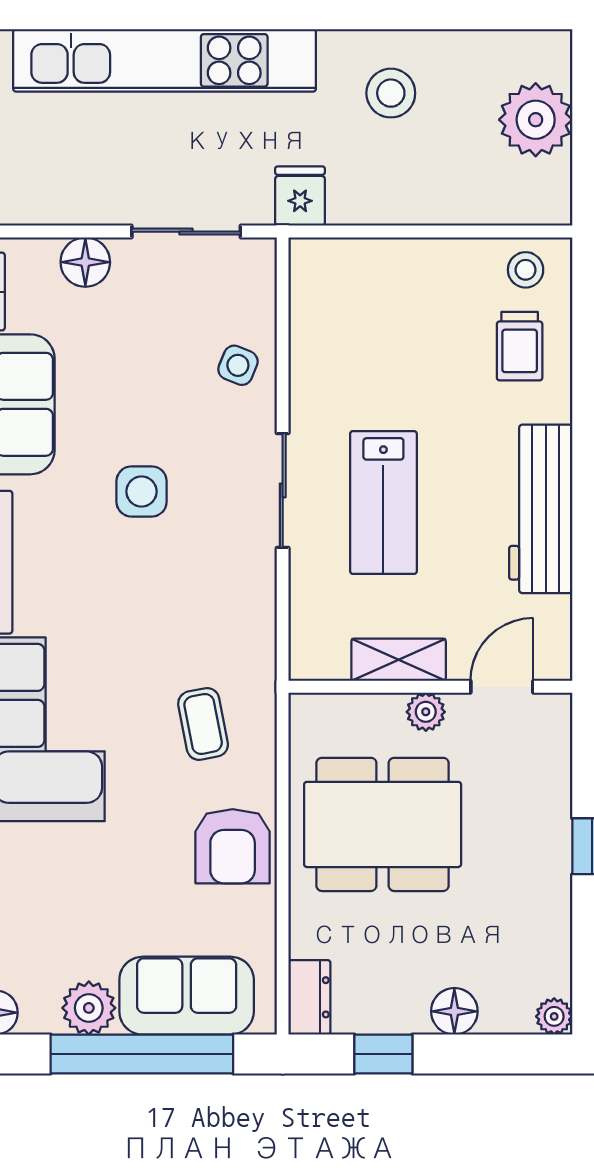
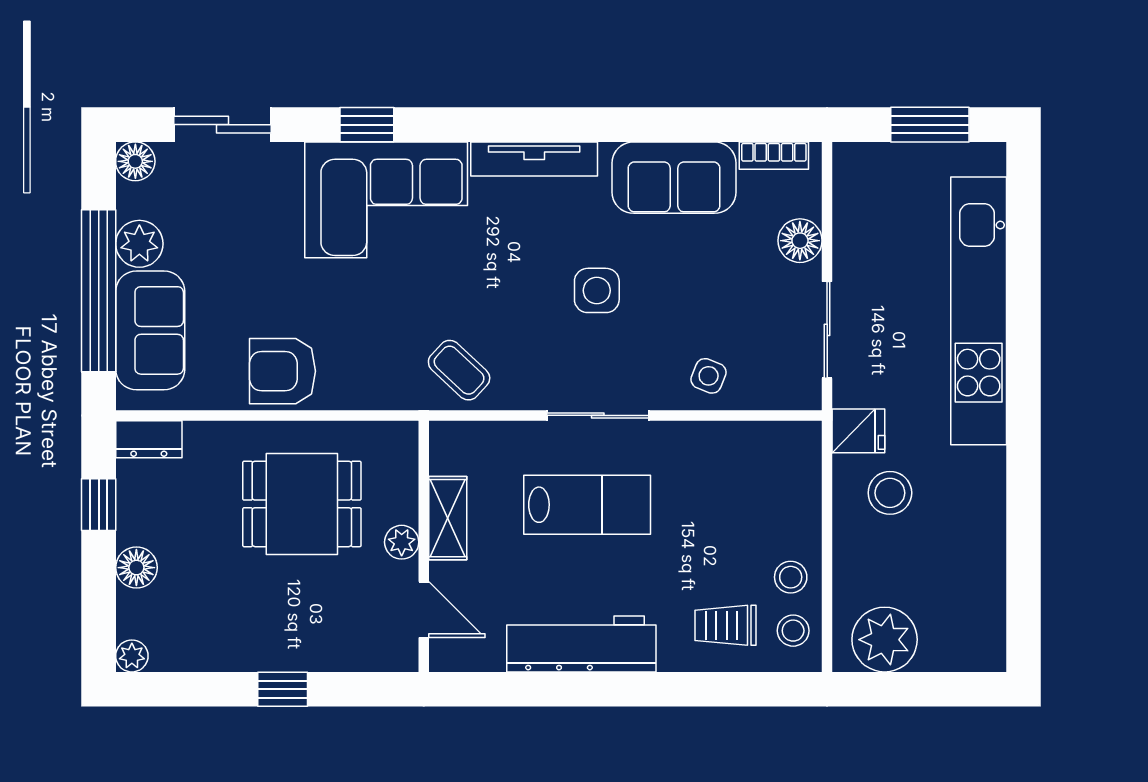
stool: (391, 93) -> (890, 493), moved
plant: (536, 120) -> (885, 640), moved
stool: (465, 273) -> (791, 577), added
lab bench: (383, 502) -> (587, 505), turned 180
coffee table: (203, 724) -> (459, 370), moved, turned 54
dining table: (383, 824) -> (302, 504), width x0.73

